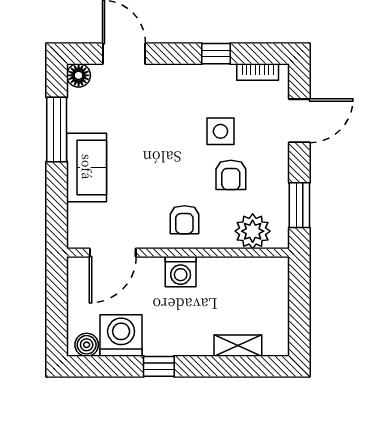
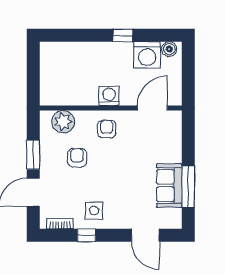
floor lamp: (79, 75) -> (174, 221), removed
side table: (220, 131) -> (94, 211), moved
sofa: (87, 167) -> (169, 186), moved
window: (299, 205) -> (33, 155), moved
shelving: (238, 346) -> (72, 49), removed

